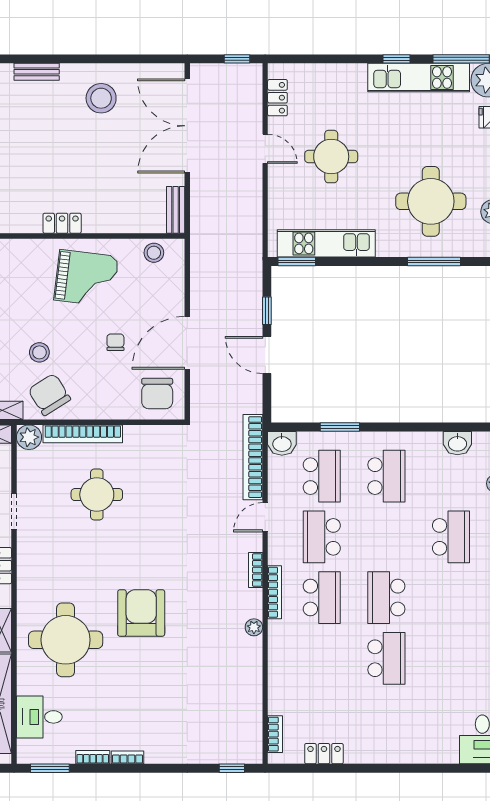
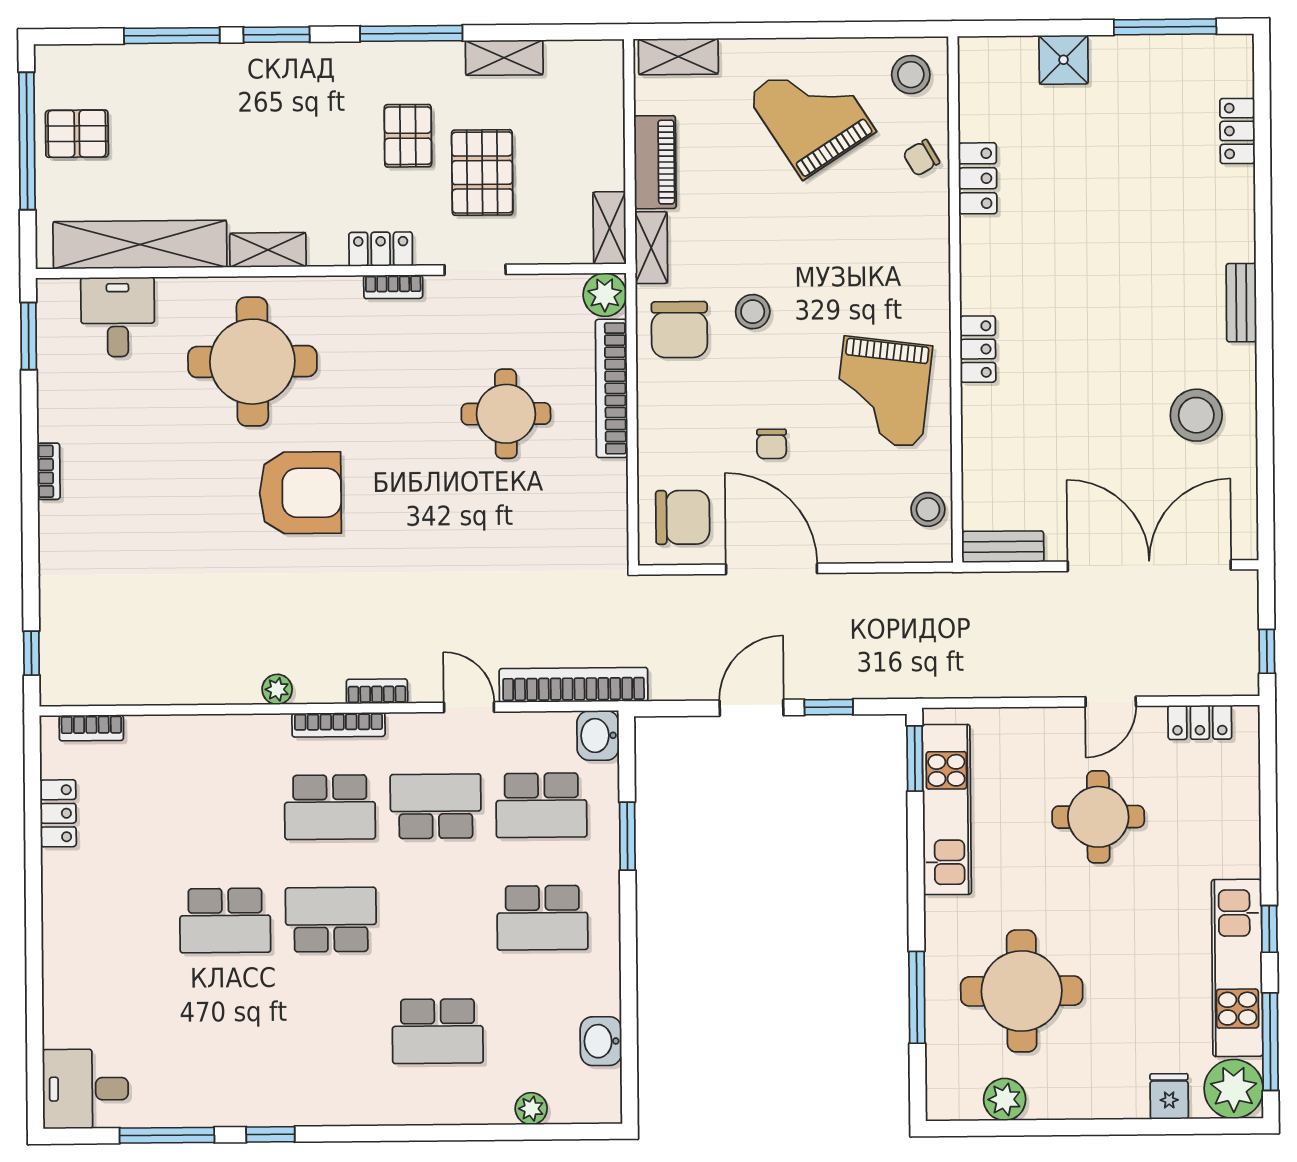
chair: (115, 342) -> (772, 444), turned 90
chair: (157, 394) -> (683, 517), turned 180
chair: (49, 395) -> (679, 330), turned 122
bookcase: (93, 757) -> (393, 287), moved, turned 90

